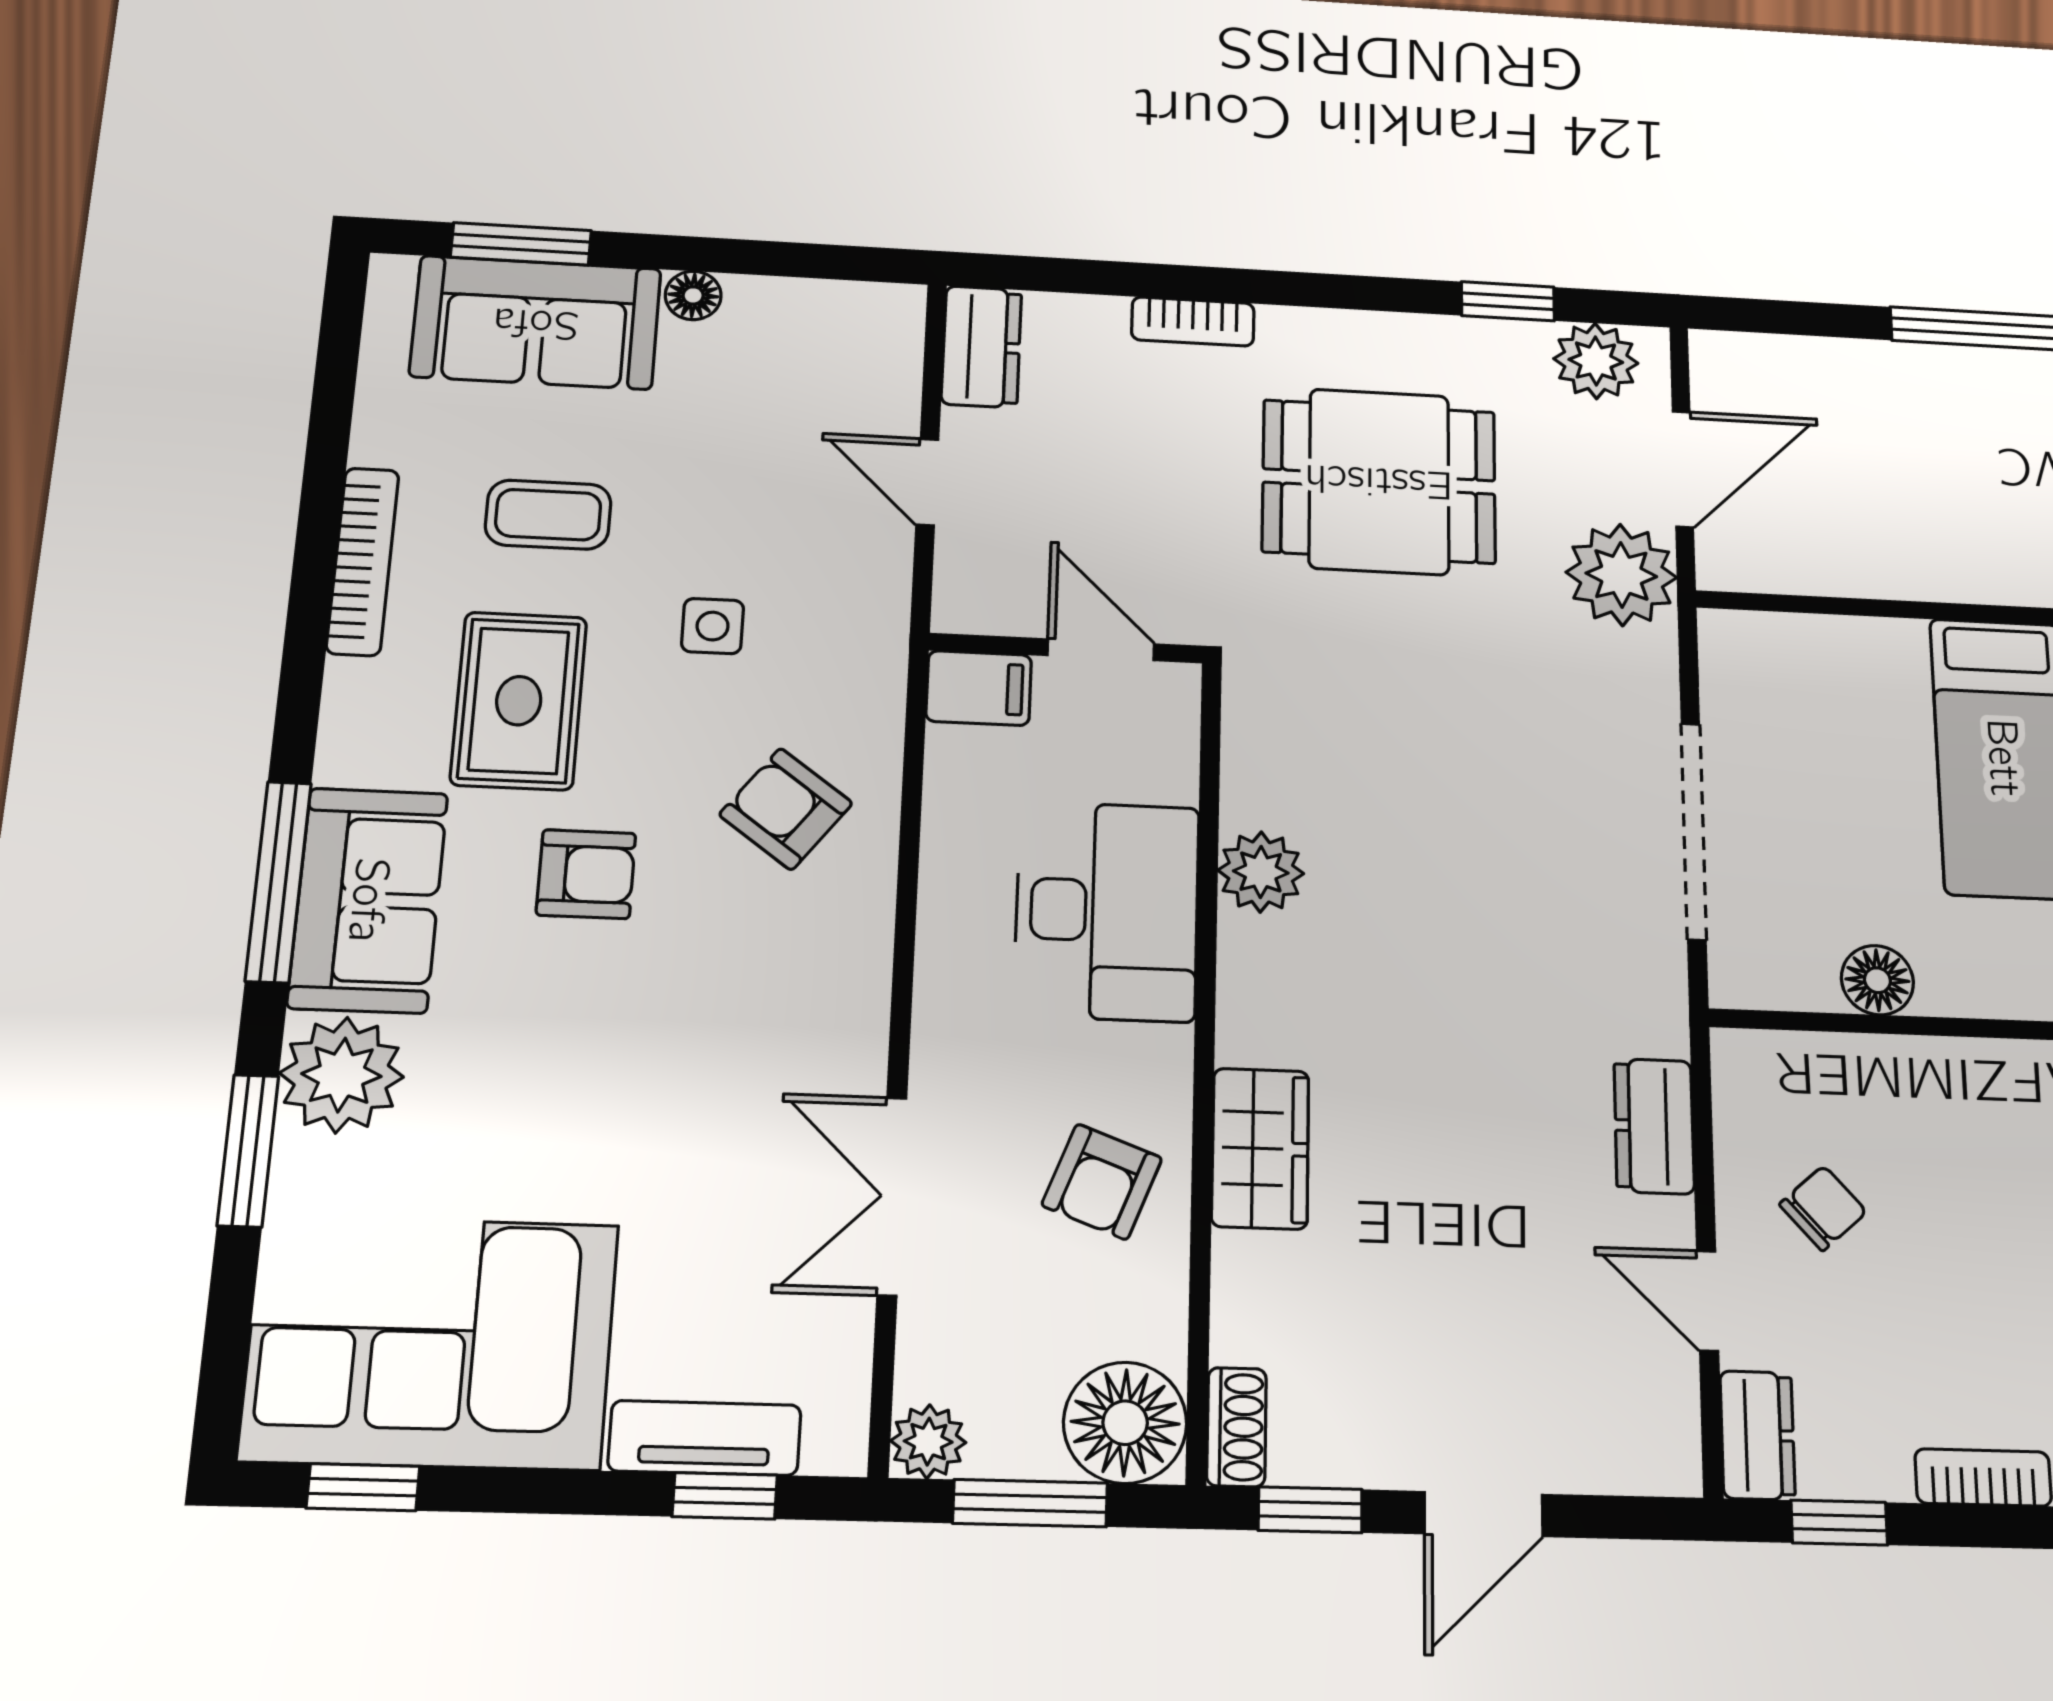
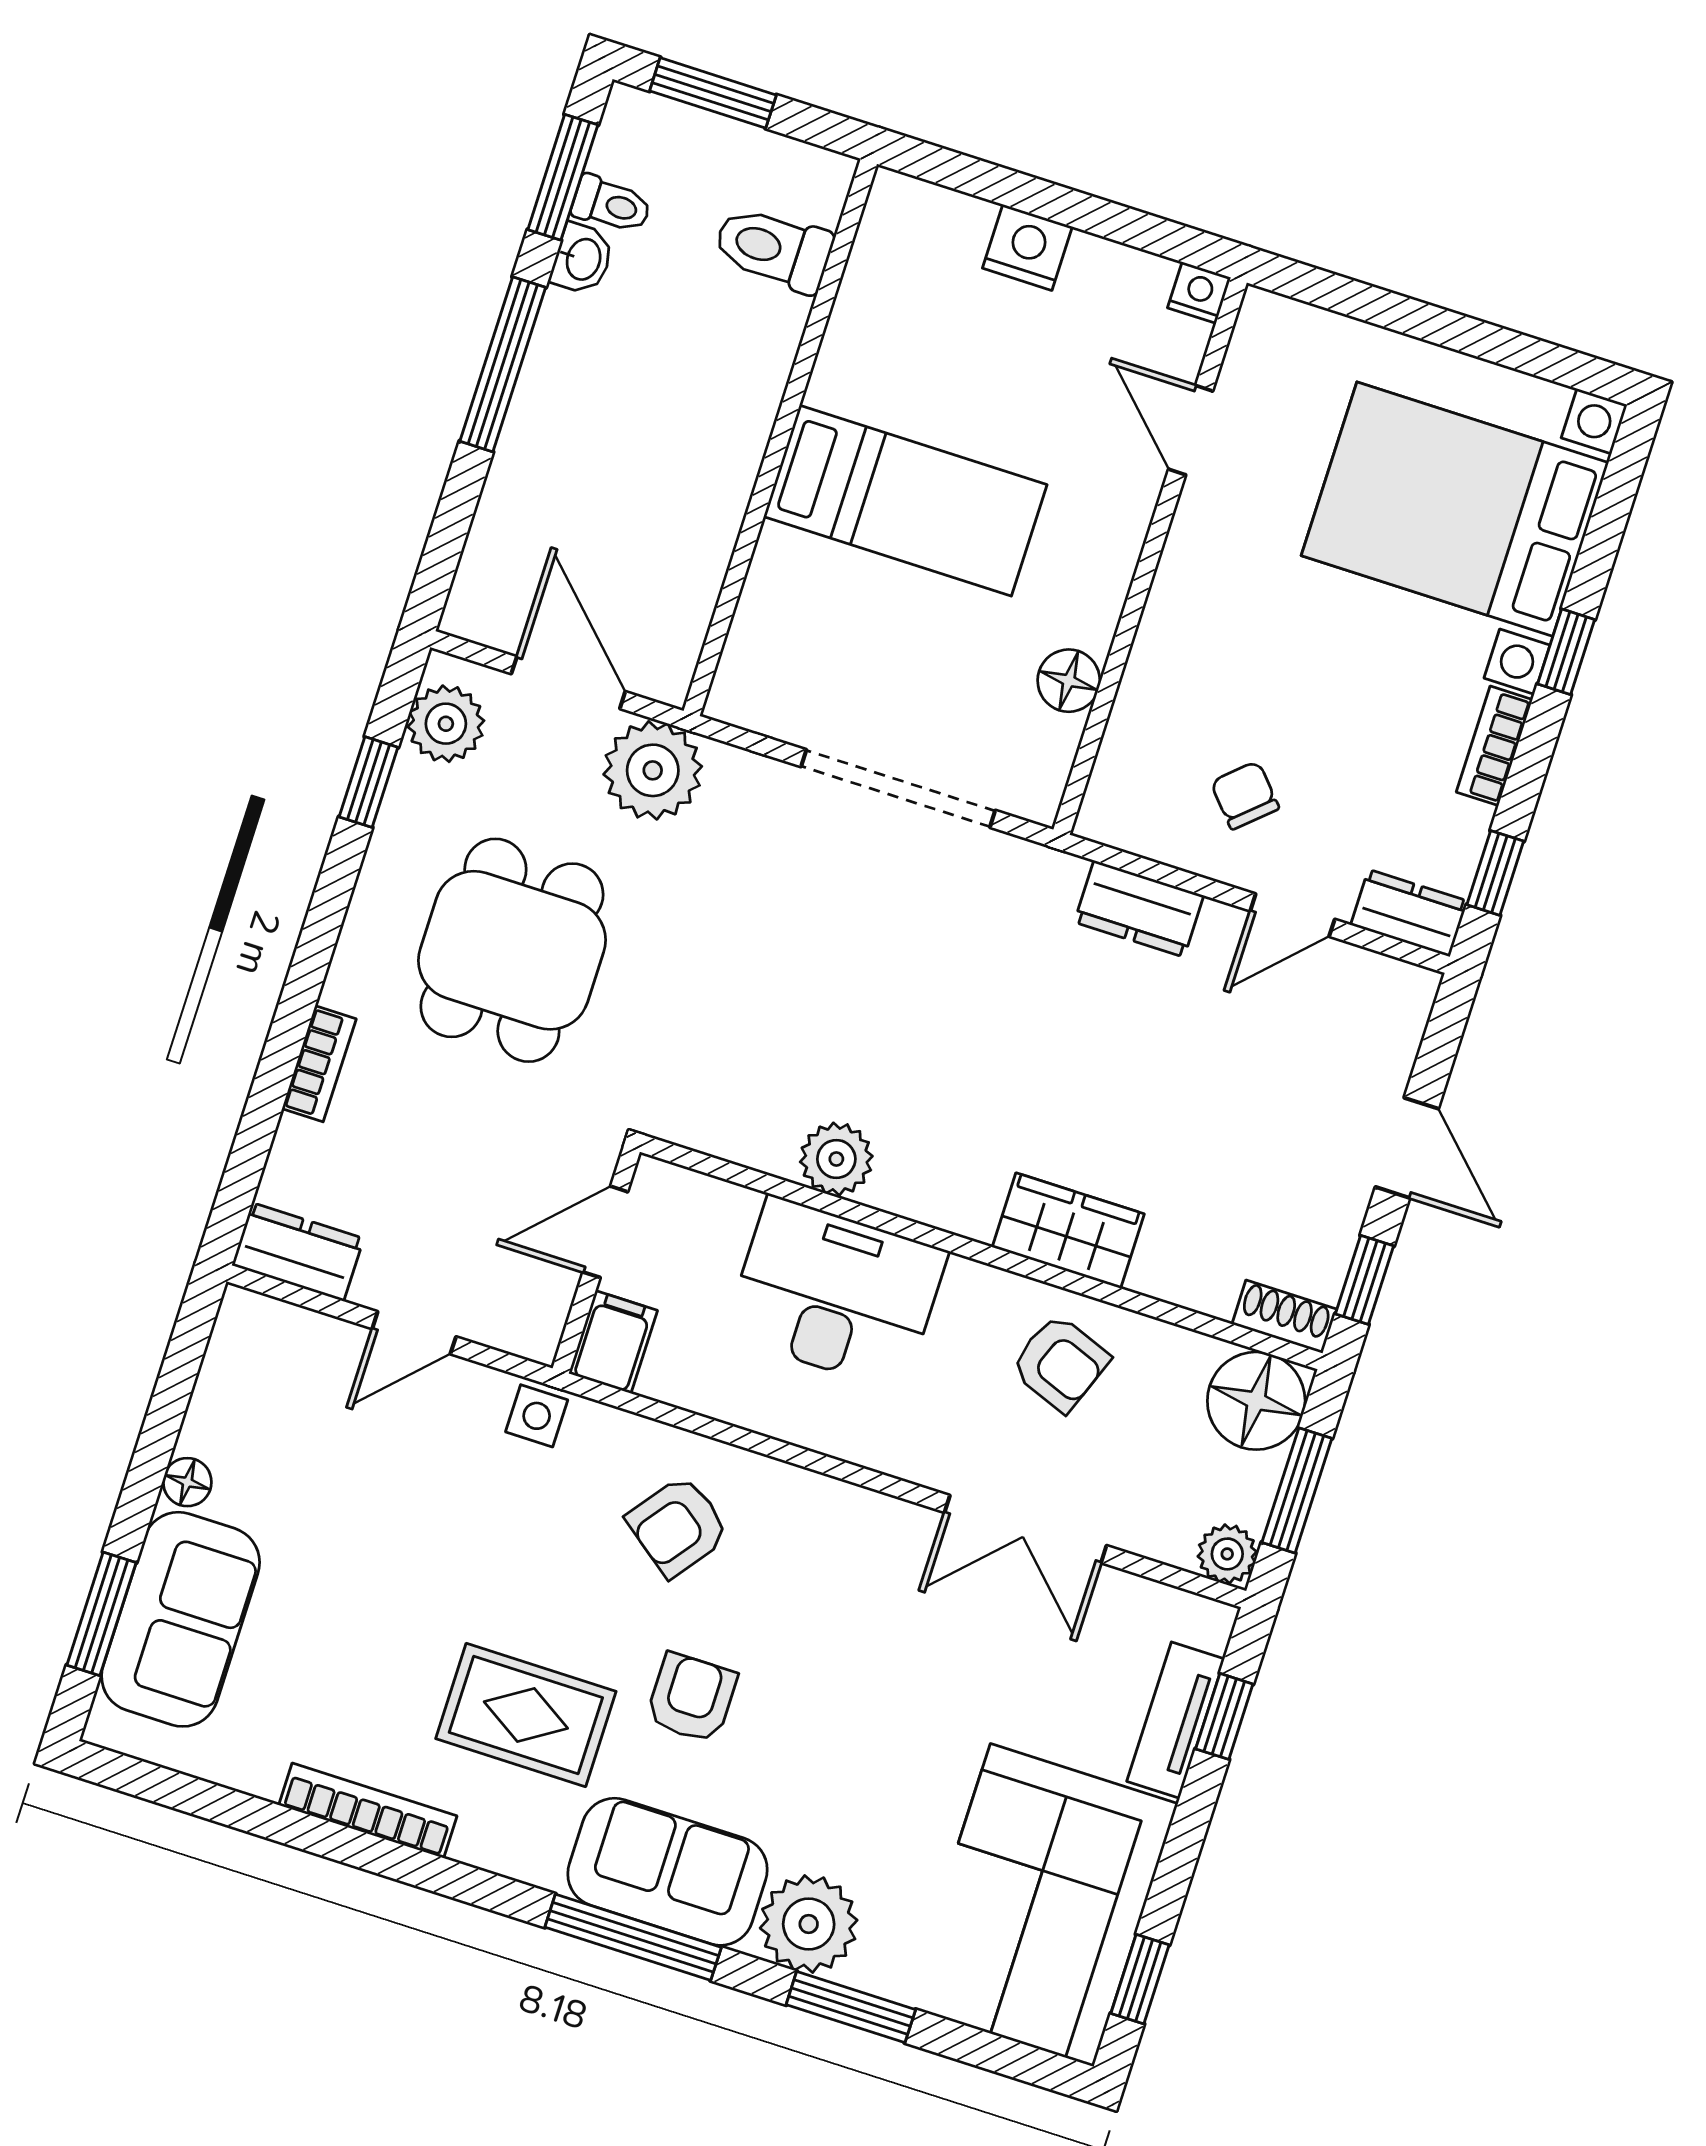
coffee table: (548, 515) -> (364, 1652), removed
side table: (713, 626) -> (537, 1416), moved

